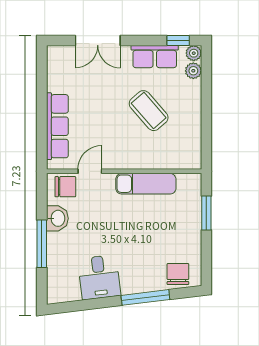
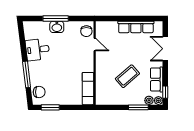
window: (206, 90) -> (138, 107), added
row of seats: (57, 126) -> (136, 27), moved
exam couch: (146, 184) -> (88, 89), moved
window: (206, 213) -> (50, 107), moved
washbasin: (57, 218) -> (57, 27), moved

